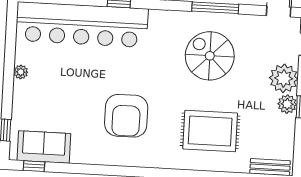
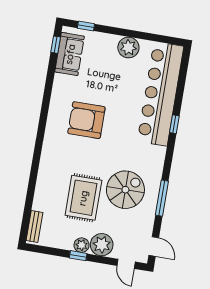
plant: (21, 72) -> (128, 47), width x1.88, depth x1.88
rug: (210, 131) -> (83, 198), moved

